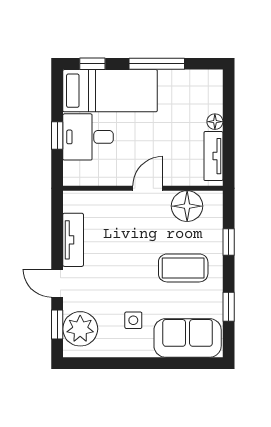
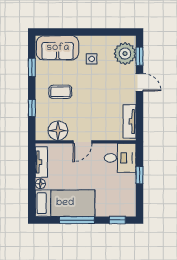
bed: (110, 91) -> (65, 203), moved, turned 180
desk: (88, 137) -> (120, 158), moved
tv unit: (73, 240) -> (129, 121), moved
coffee table: (183, 268) -> (60, 92), width x0.73, depth x0.77

